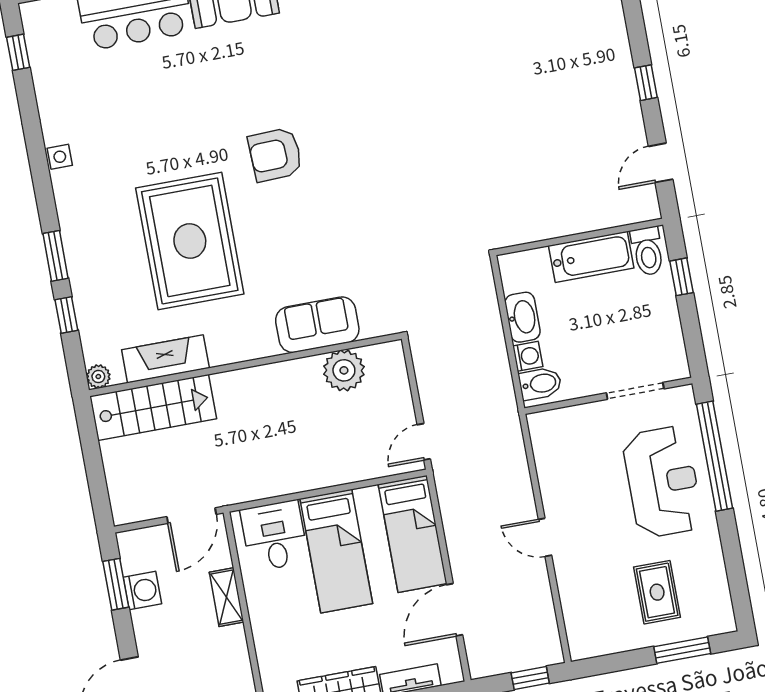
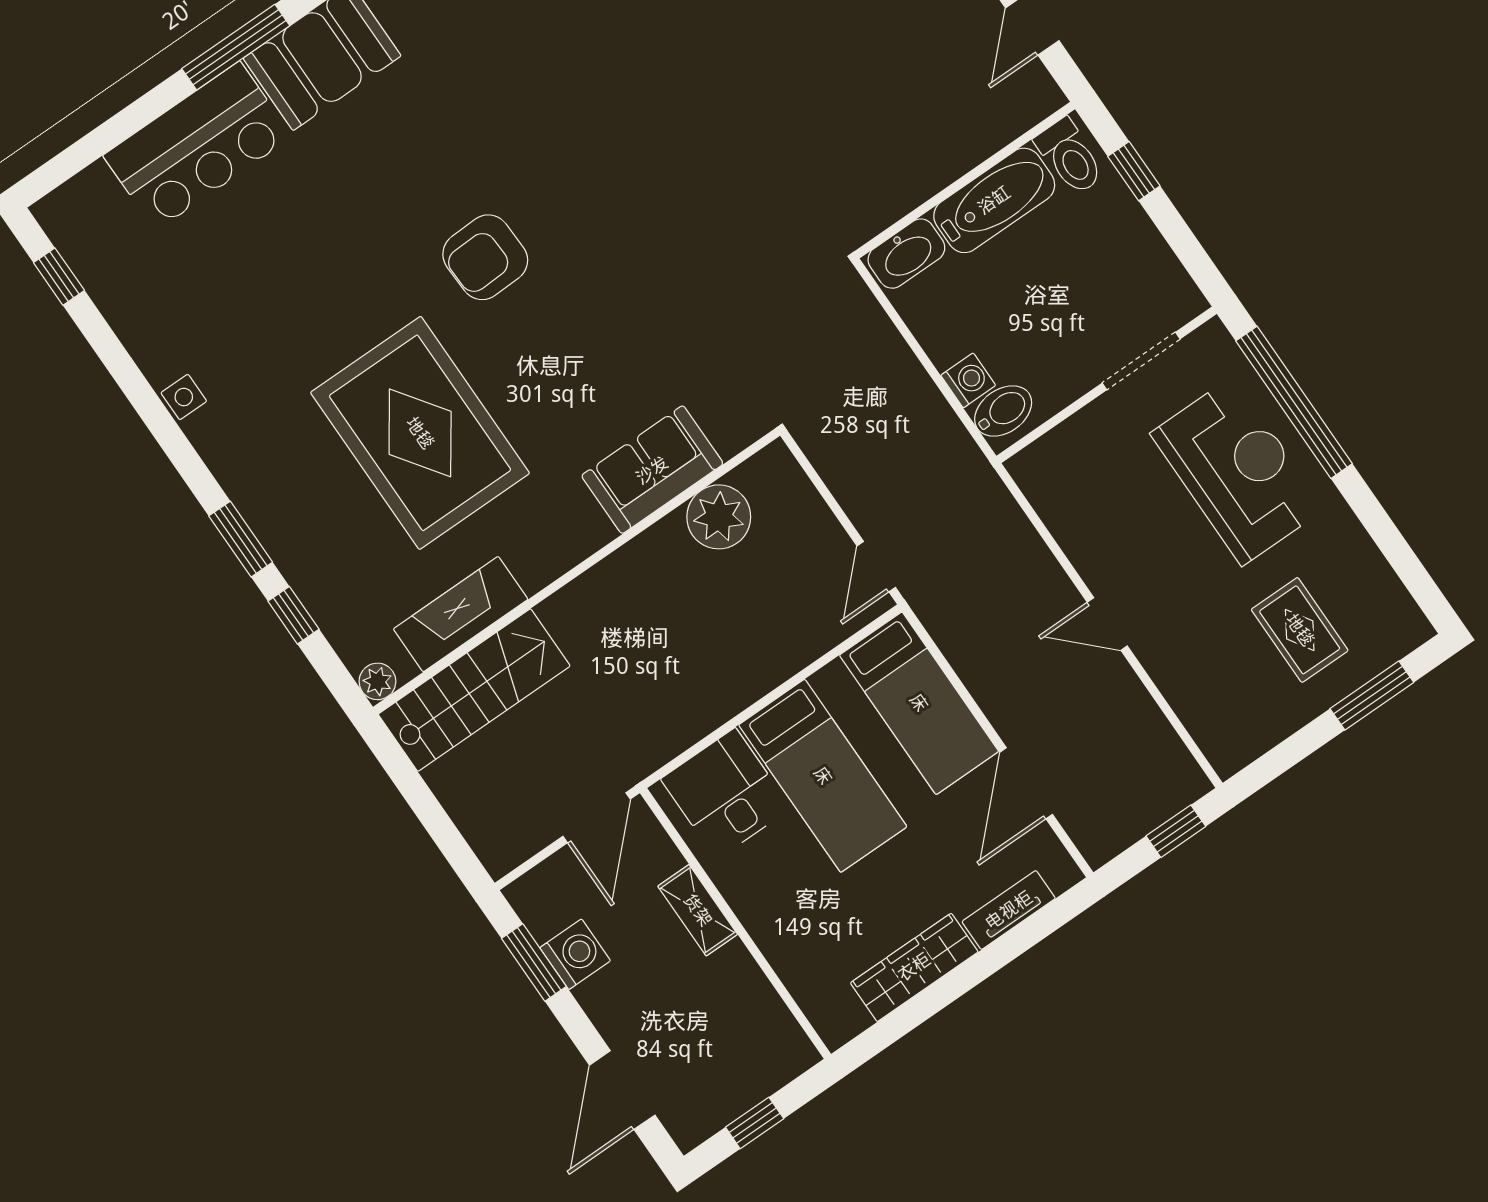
washbasin: (522, 317) -> (906, 254), moved, turned 90

